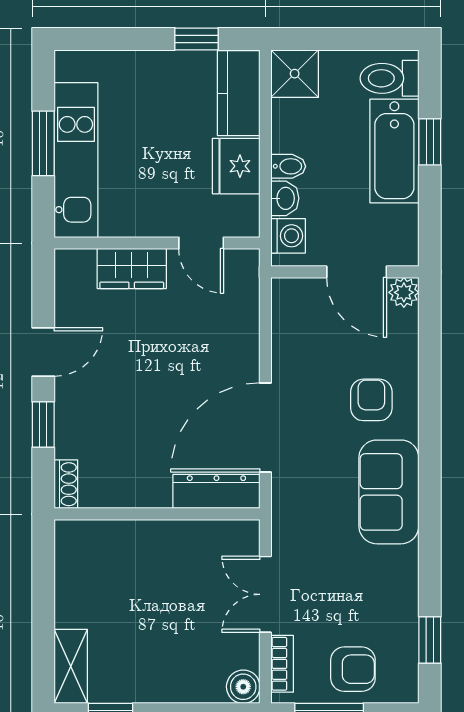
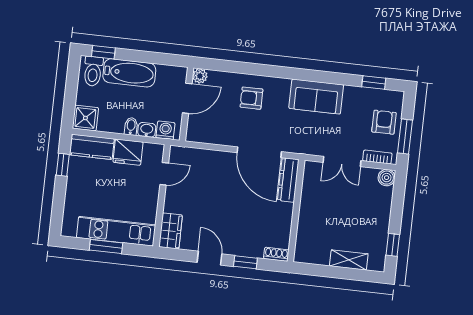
window: (430, 142) -> (103, 52), moved
wardrobe: (132, 268) -> (171, 231), moved
sofa: (389, 492) -> (316, 97), moved
shelving: (71, 666) -> (349, 260), moved

